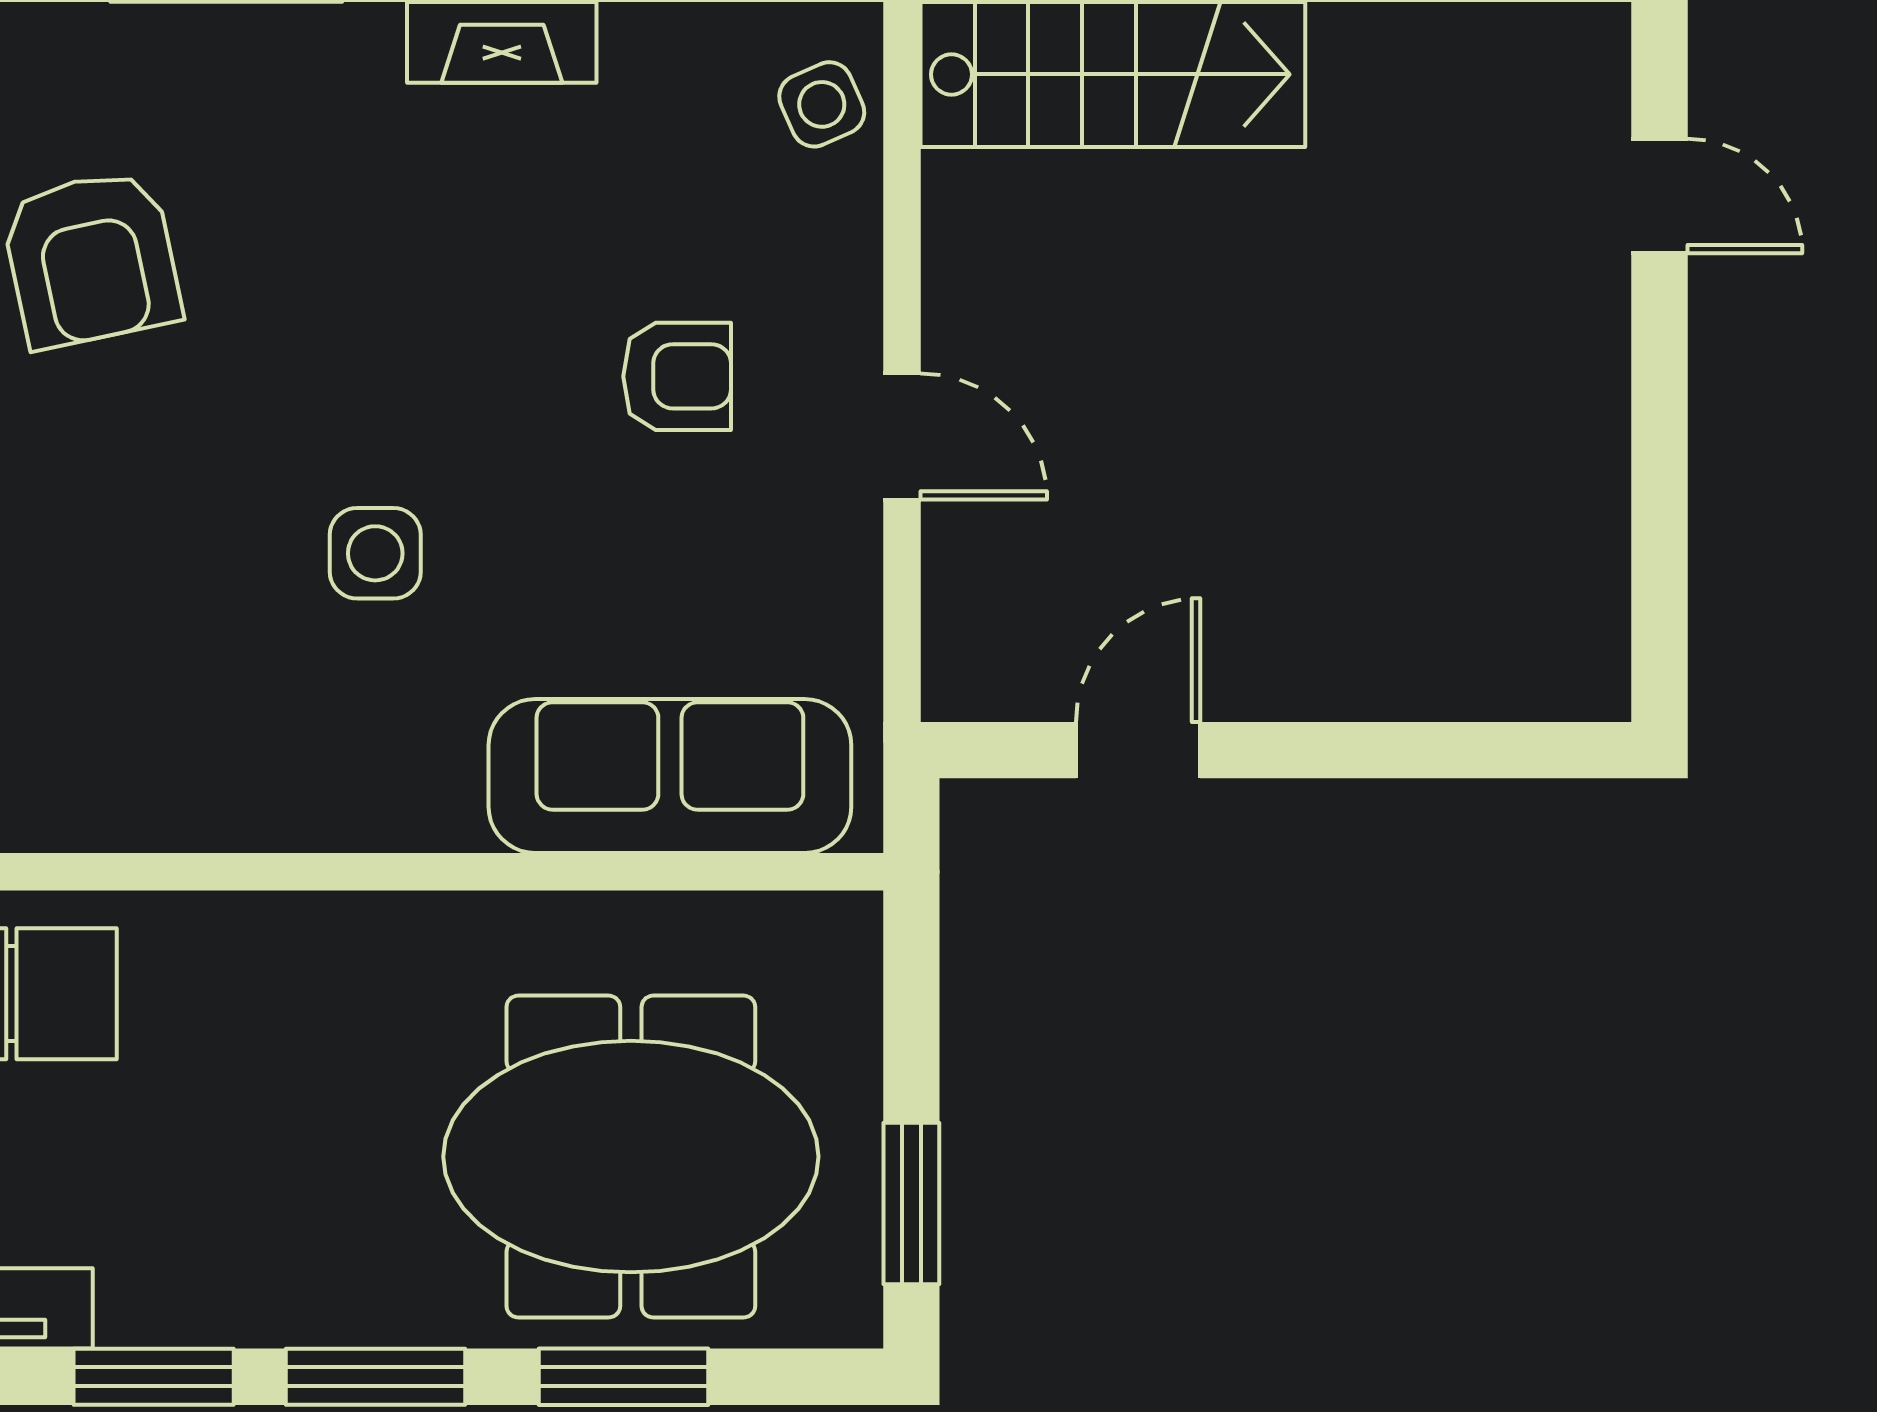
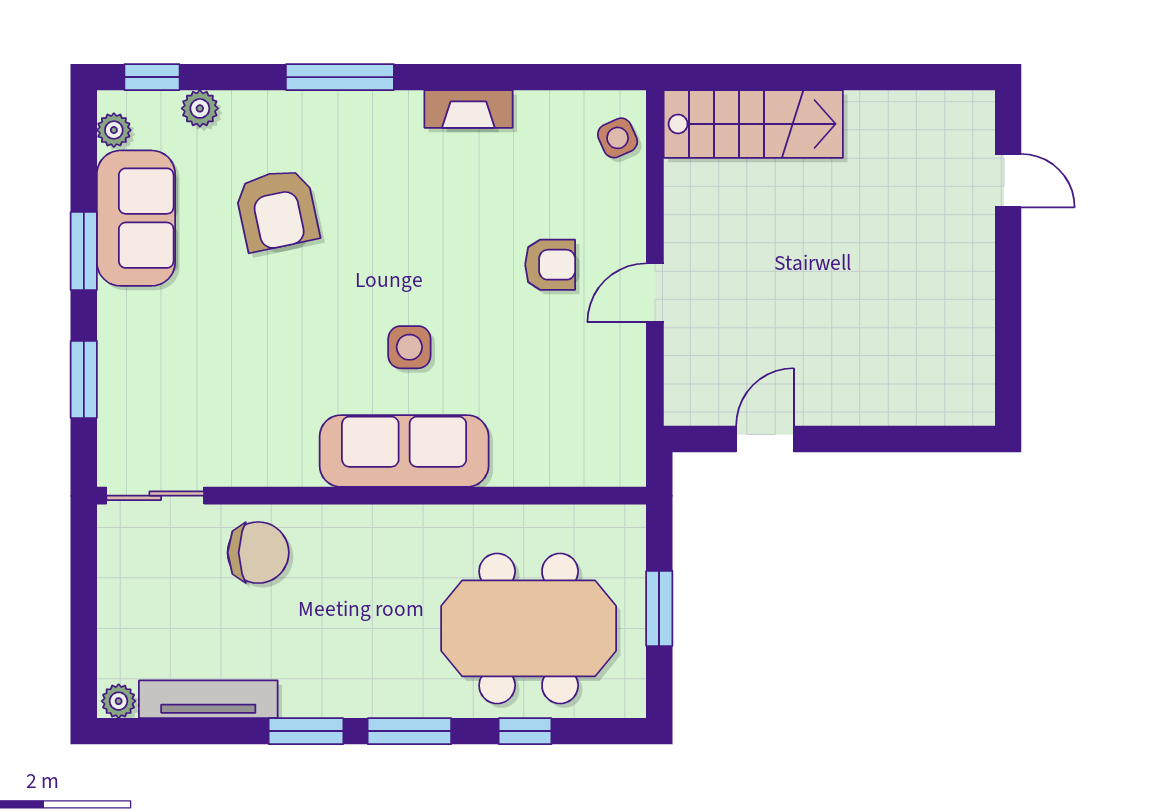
door: (902, 437) -> (655, 293), swing flipped
sofa: (670, 776) -> (404, 451), moved
window: (911, 1204) -> (659, 608), moved
window: (623, 1377) -> (525, 731), width x0.67

